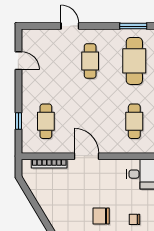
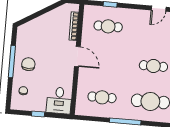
door: (86, 156) -> (77, 57), hinge flipped

